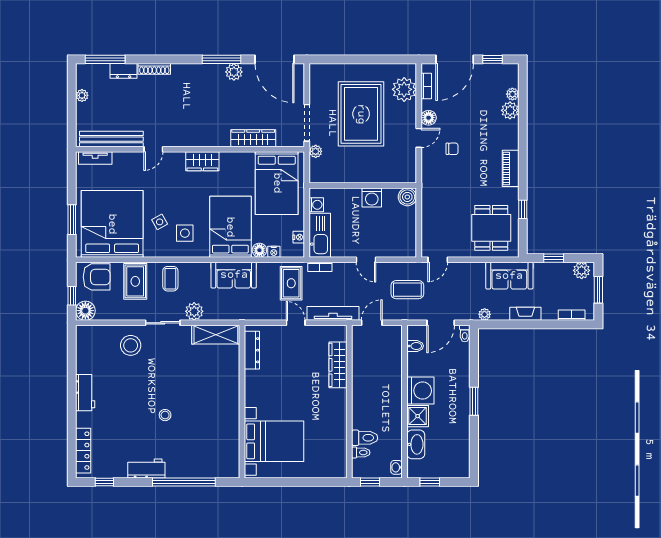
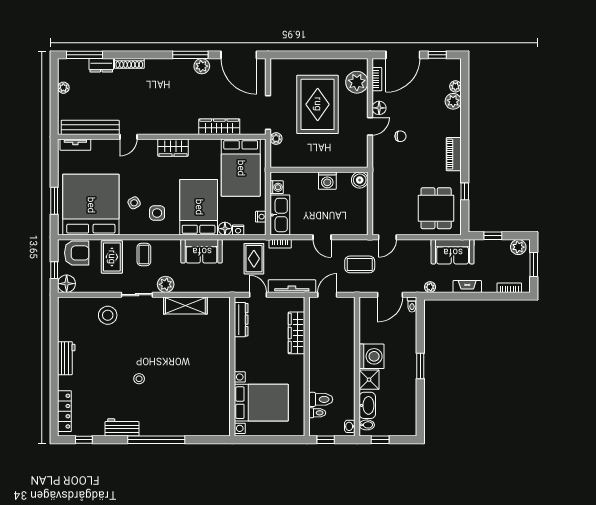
bidet: (415, 346) -> (367, 425), moved
dresser: (252, 350) -> (241, 320), moved
wall: (242, 402) -> (232, 366), moved
bed with nightstands: (274, 441) -> (261, 403), moved

